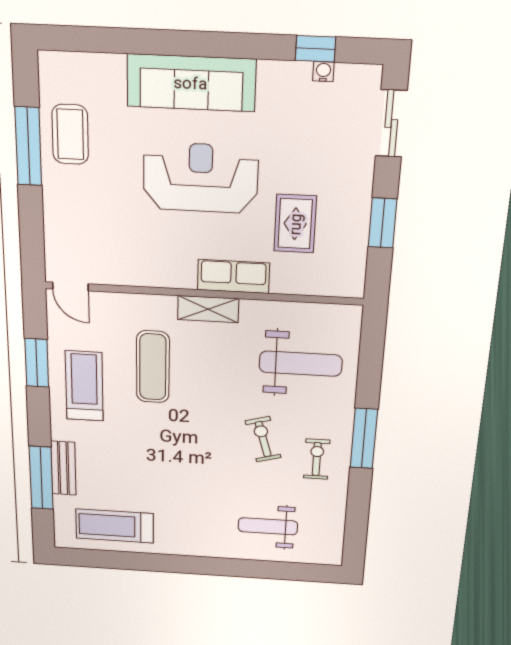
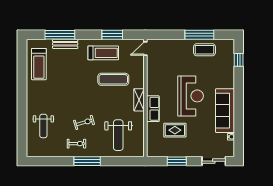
window: (315, 49) -> (239, 60), moved
sofa: (191, 83) -> (225, 111), moved
treadmill: (115, 526) -> (39, 64), turned 180
weight bench: (268, 526) -> (43, 126), turned 180

